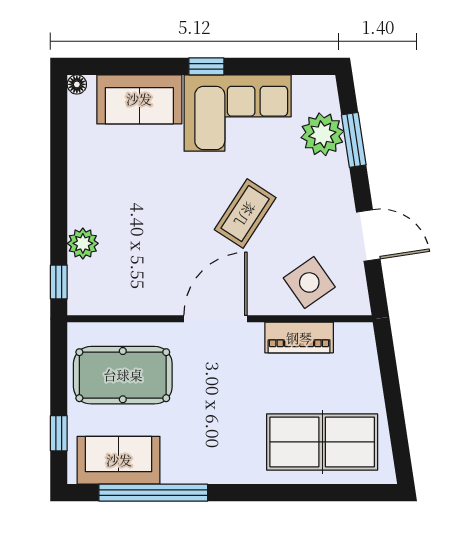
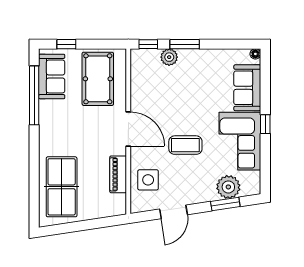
coffee table: (245, 214) -> (185, 145), turned -33
window: (59, 215) -> (185, 44), added
side table: (309, 282) -> (148, 180), turned 35

